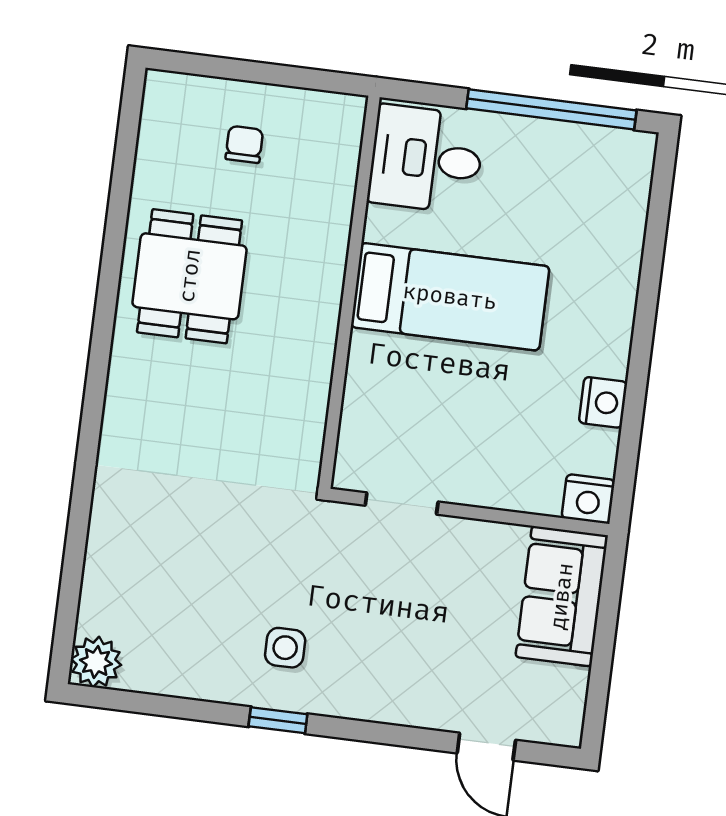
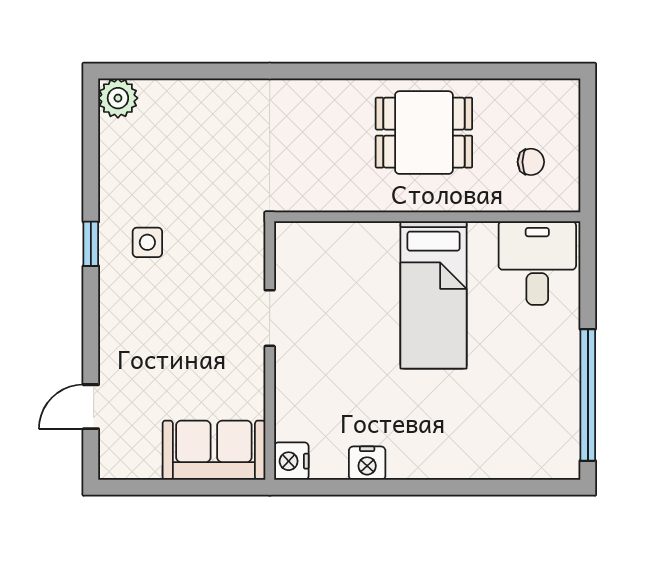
desk: (426, 159) -> (537, 263), moved
wall: (349, 292) -> (427, 217), moved
bed: (450, 297) -> (434, 295), moved

